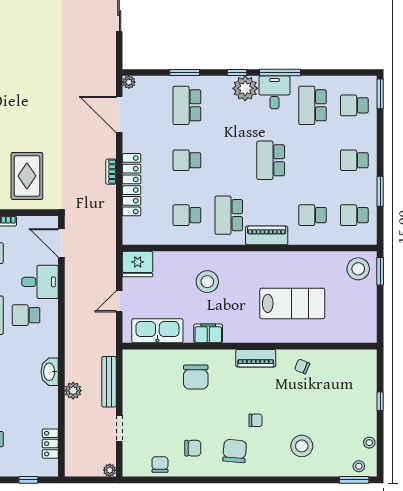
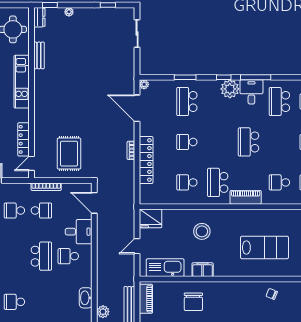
piano: (256, 358) -> (146, 299), moved, turned -90

